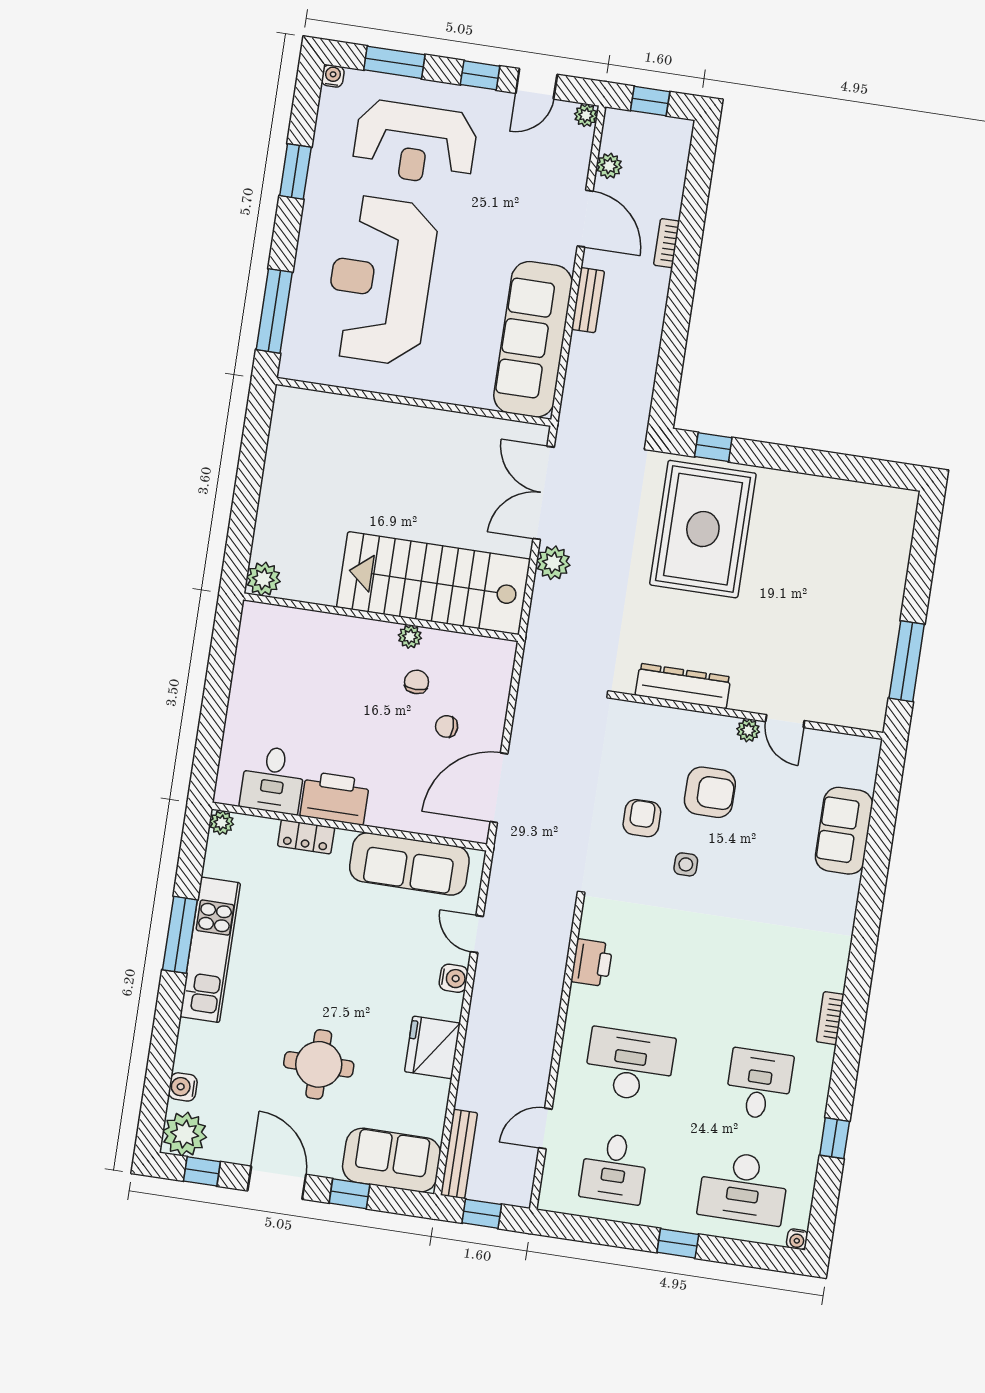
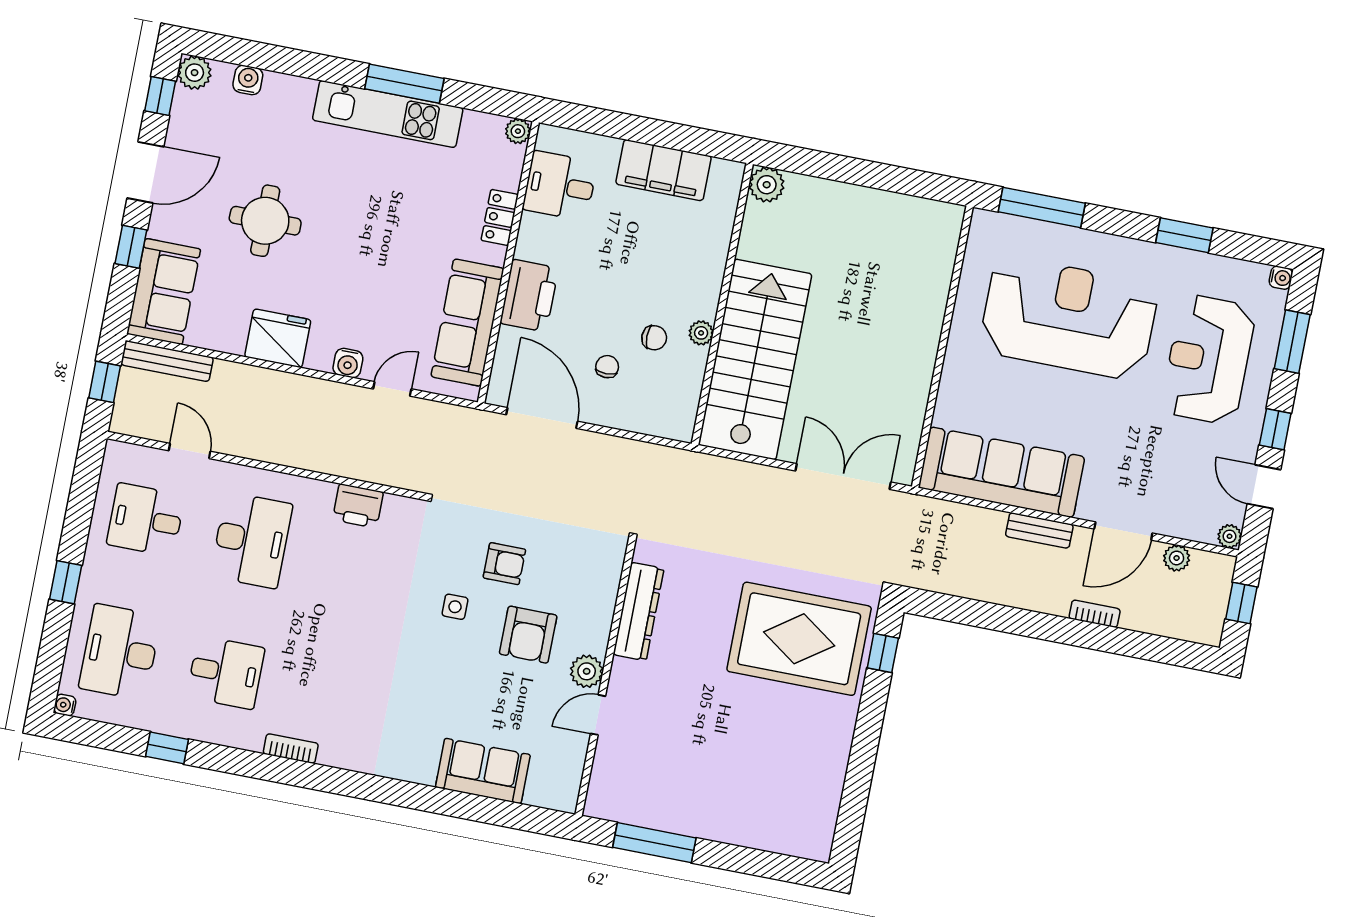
plant: (553, 563) -> (771, 483), removed
filing cabinet: (253, 680) -> (664, 170), added
plant: (748, 730) -> (587, 671), width x1.38, depth x1.38
printer: (335, 798) -> (529, 296), moved
plant: (185, 1134) -> (195, 73), width x0.73, depth x0.73

